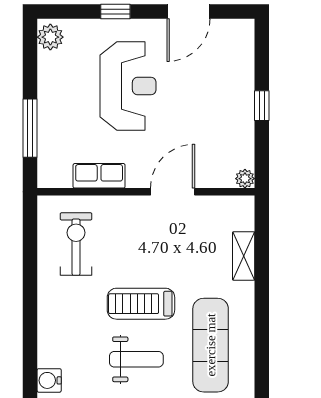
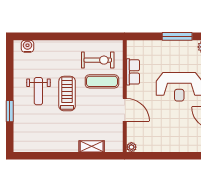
window: (262, 106) -> (169, 156), removed
window: (30, 128) -> (177, 36), moved
exercise mat: (211, 345) -> (102, 81), moved, width x0.73, depth x0.69

